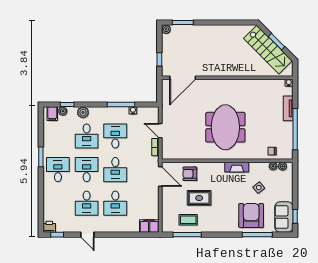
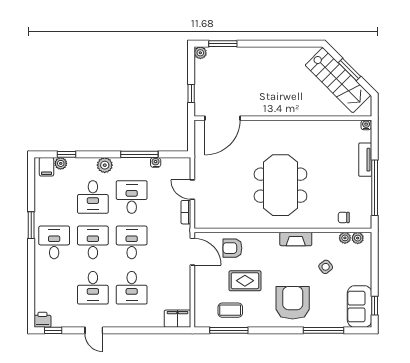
plant: (83, 112) -> (105, 165), moved
desk: (115, 170) -> (132, 242), turned 180
armchair: (251, 215) -> (293, 303), moved

